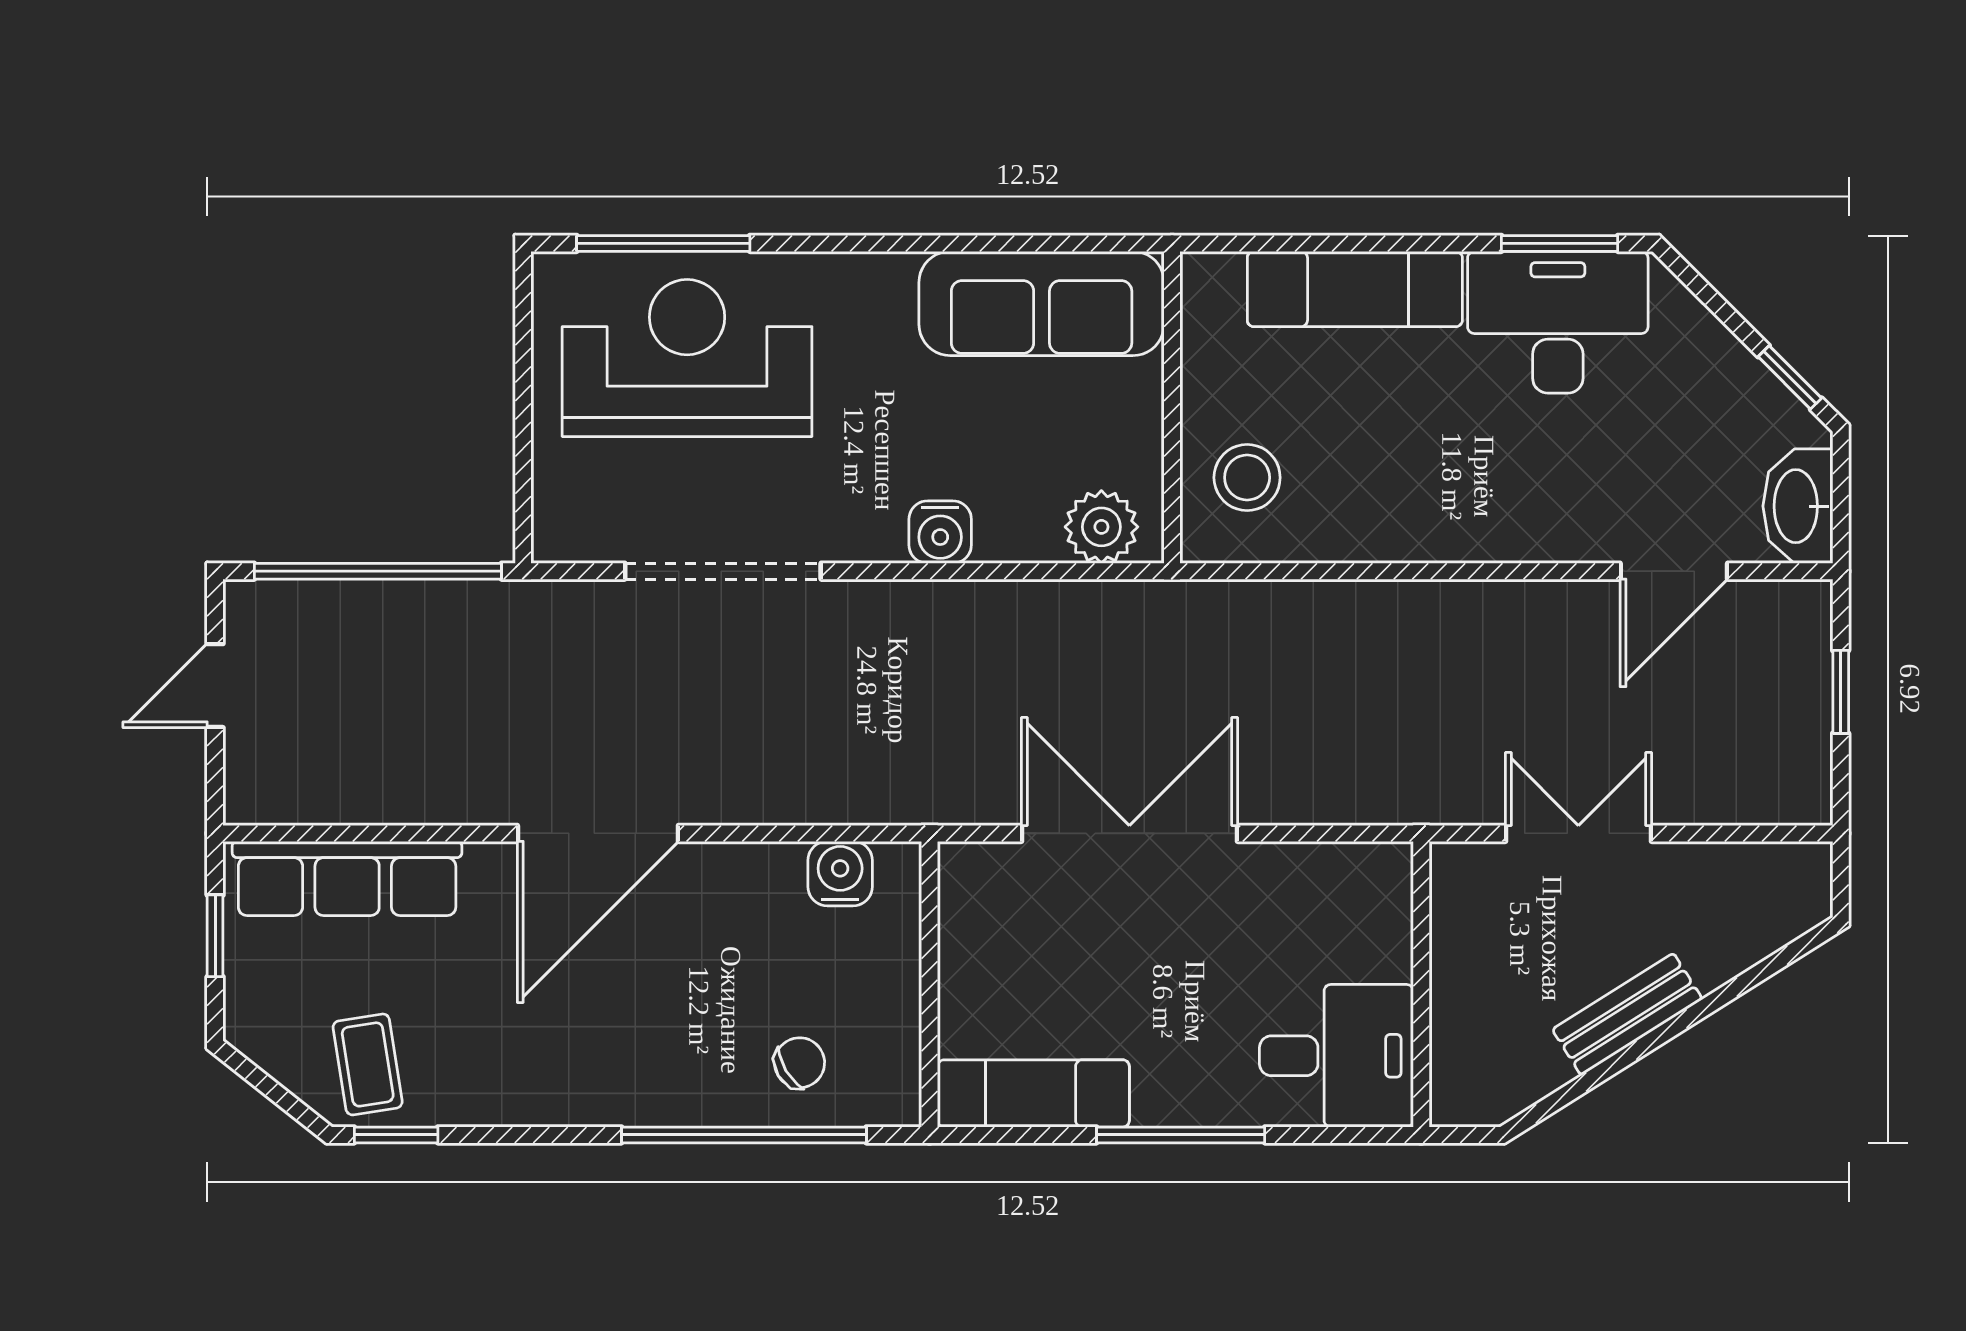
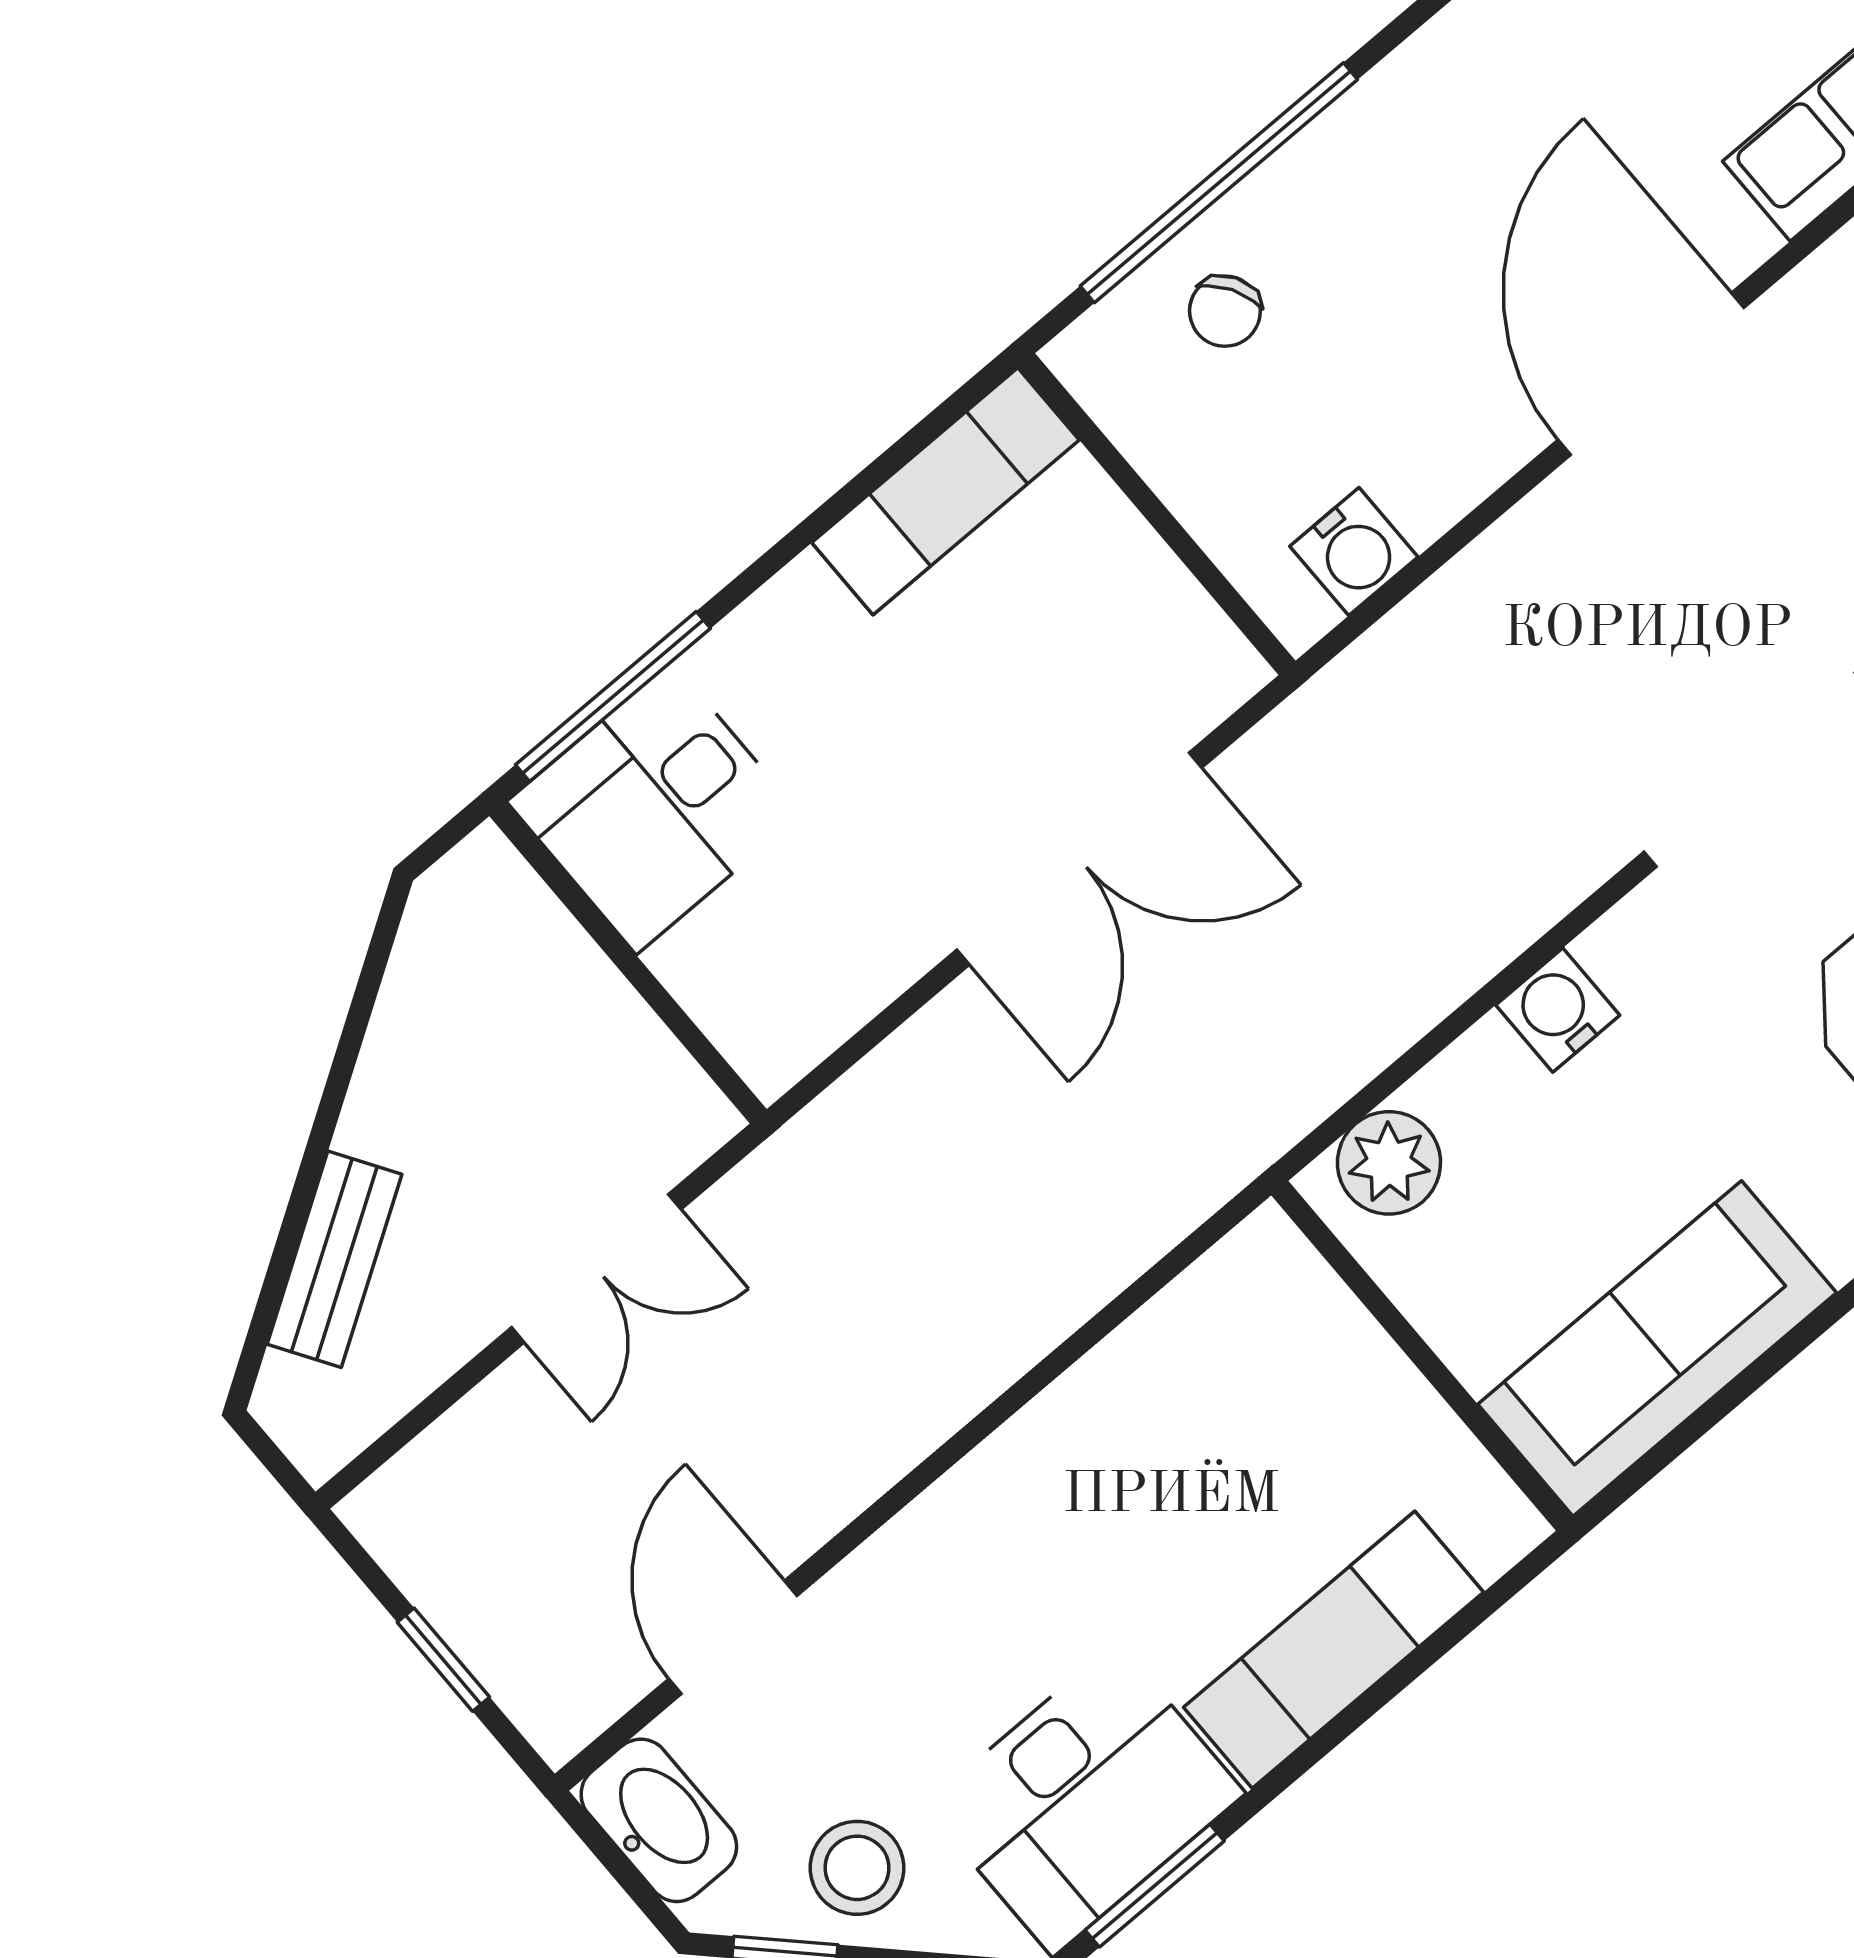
stool: (1247, 478) -> (857, 1868), moved
bench: (1627, 1014) -> (334, 1259), moved
window: (1181, 1135) -> (613, 697), moved

